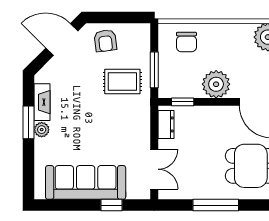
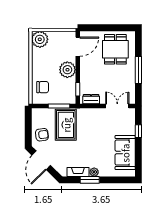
rug: (122, 82) -> (66, 125), width x1.36, depth x1.43
sofa: (86, 182) -> (125, 153), width x0.73

